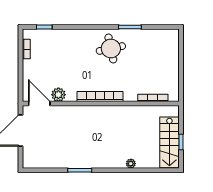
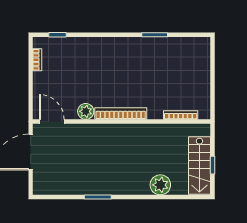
round table: (111, 48) -> (133, 59), removed
plant: (58, 95) -> (86, 111), moved
plant: (131, 164) -> (160, 185), width x1.87, depth x1.87

